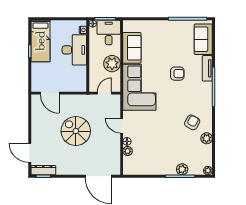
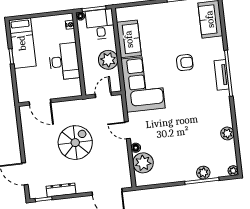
desk: (74, 50) -> (64, 61), moved
tv unit: (207, 68) -> (221, 75), moved
armchair: (192, 122) -> (209, 117), removed
spiral stairs: (76, 131) -> (75, 143), turned 90
plant: (128, 151) -> (143, 163), width x1.88, depth x1.88
dresser: (43, 170) -> (61, 190), moved

